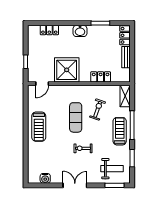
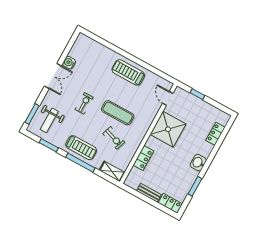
water cooler: (45, 178) -> (69, 63), moved

